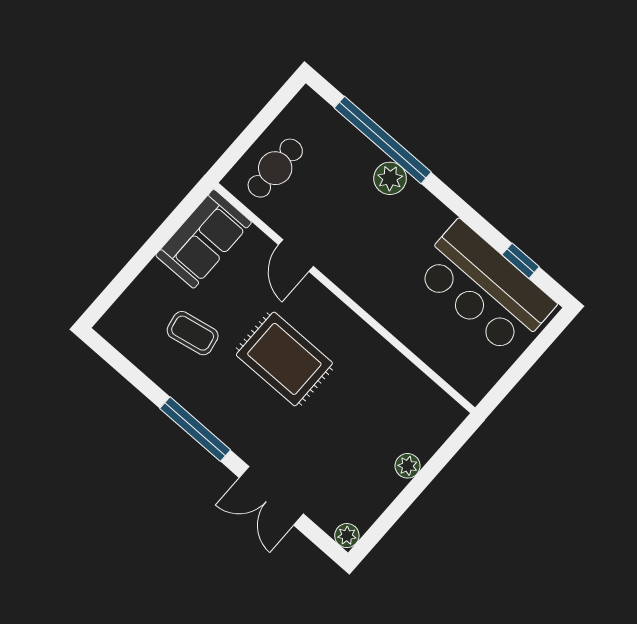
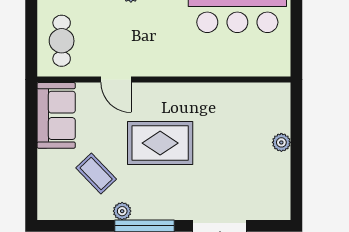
coffee table: (193, 333) -> (96, 174), turned 57
plant: (347, 536) -> (122, 211), moved

